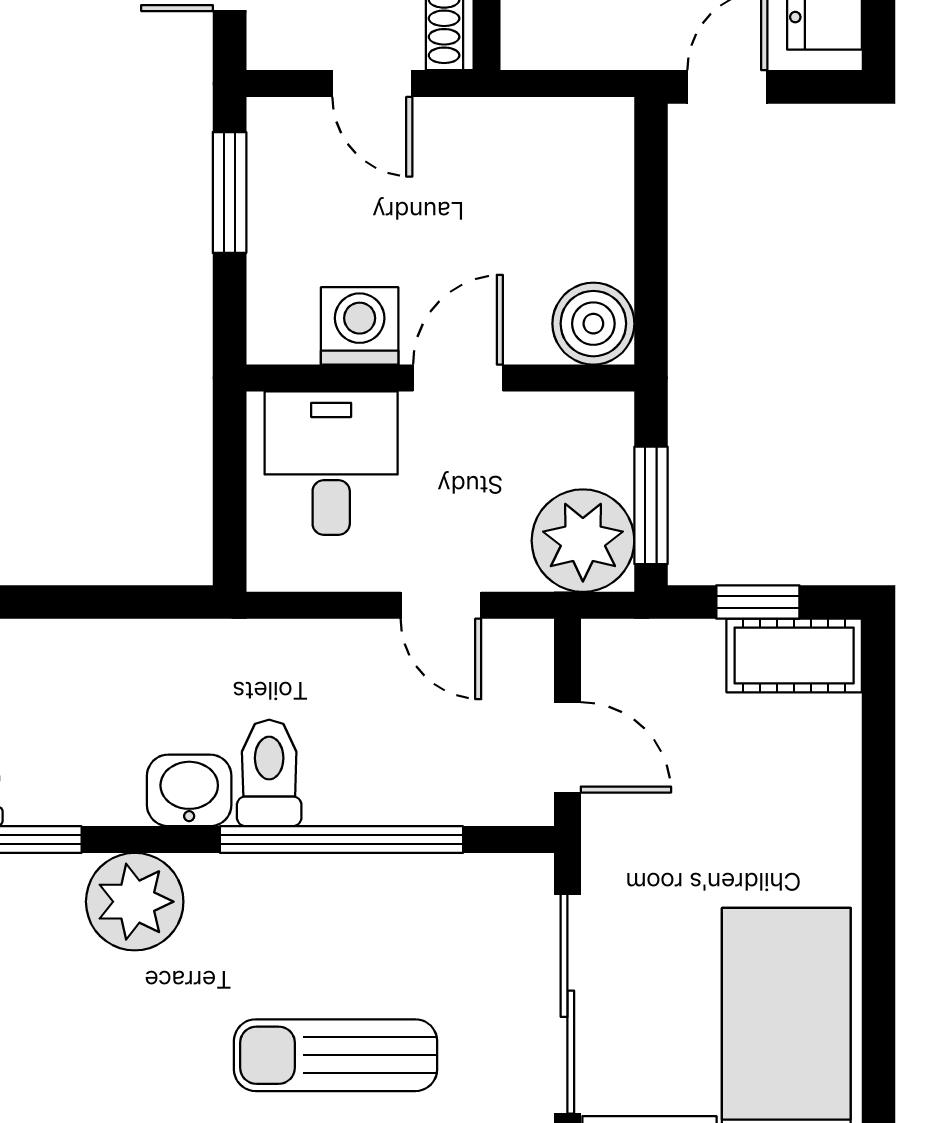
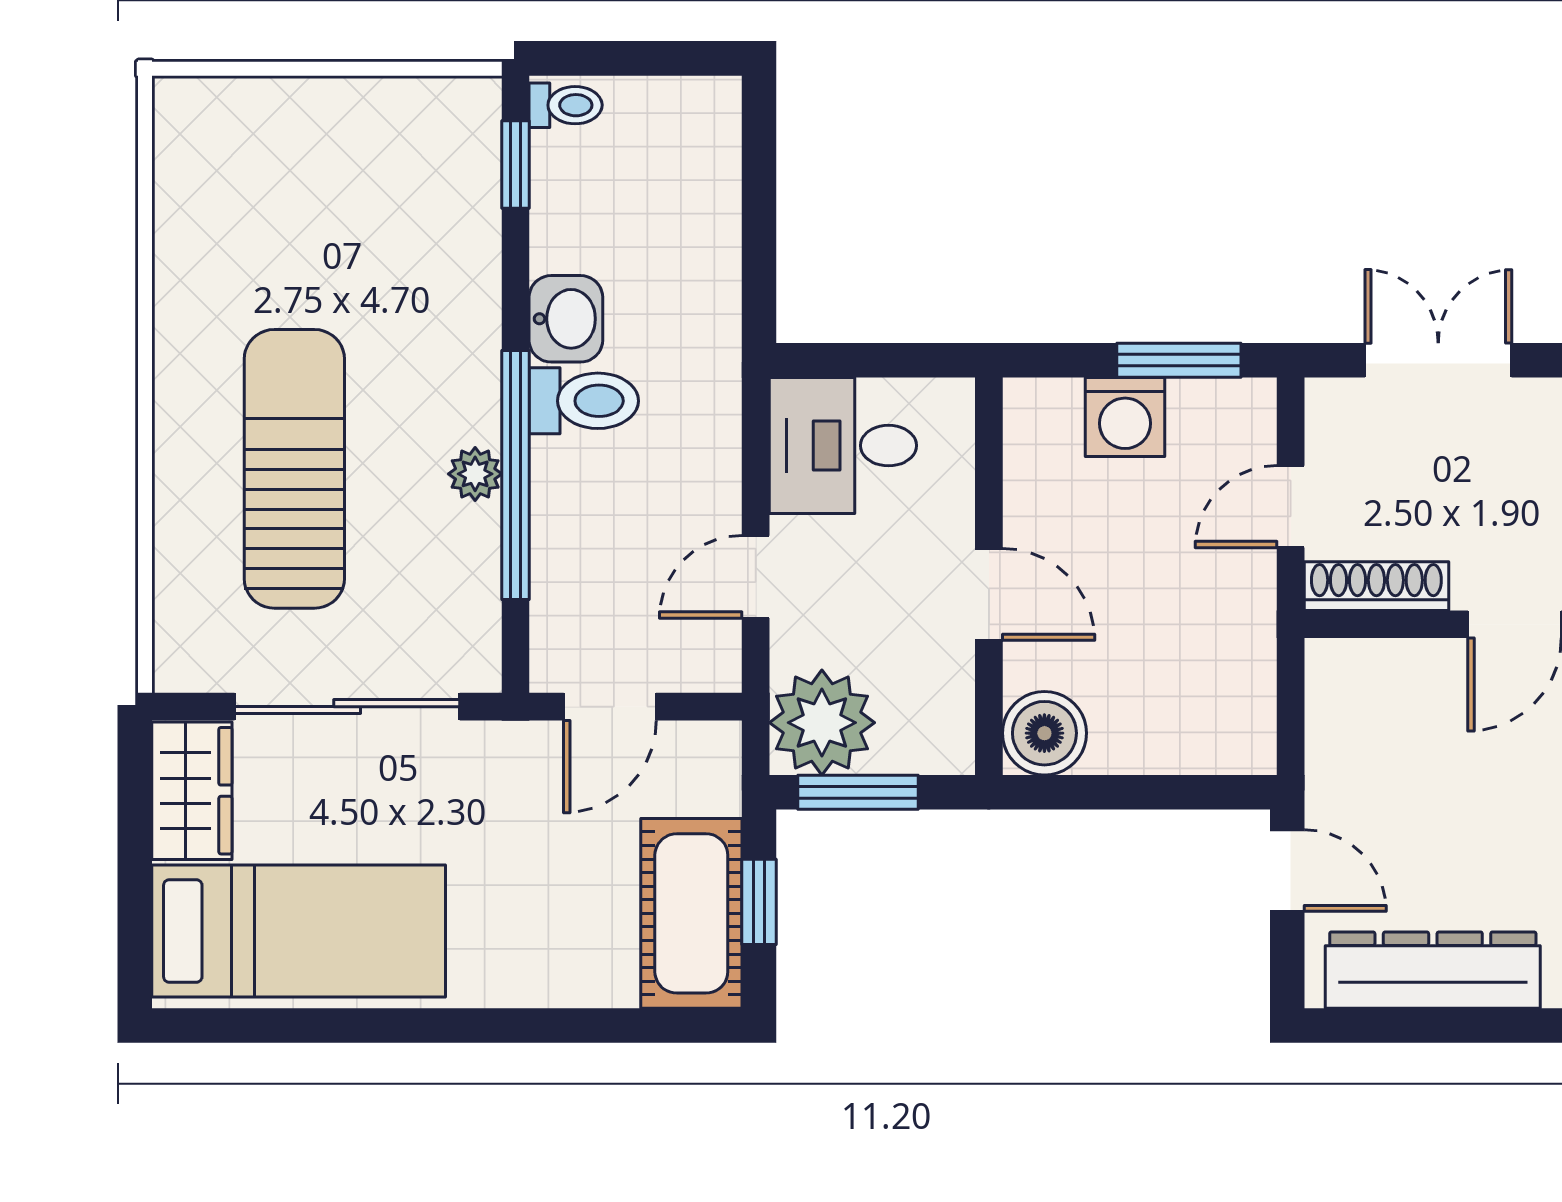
washing machine: (360, 326) -> (1125, 417), moved, turned 90
desk: (331, 463) -> (843, 446), moved, turned 180
cot: (794, 656) -> (691, 913), width x1.37, depth x1.34
plant: (135, 902) -> (475, 474), moved, width x0.53, depth x0.53
sun lounger: (336, 1055) -> (294, 469), width x1.36, depth x1.34

